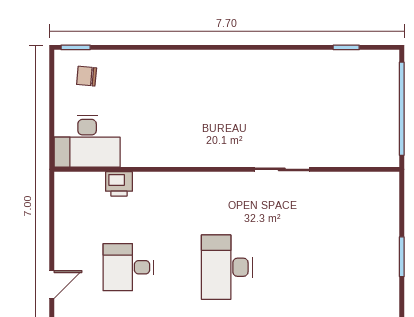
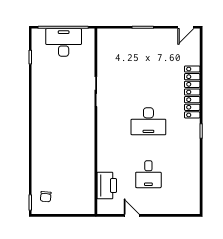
desk: (87, 141) -> (64, 42), moved, turned -90
printer: (119, 184) -> (107, 186), width x1.87, depth x1.48
door: (52, 284) -> (132, 215), moved

